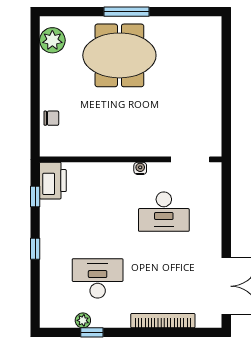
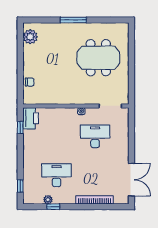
meeting table: (119, 55) -> (98, 58), moved
desk: (164, 212) -> (95, 136), turned 180
window: (35, 249) -> (20, 186), moved

